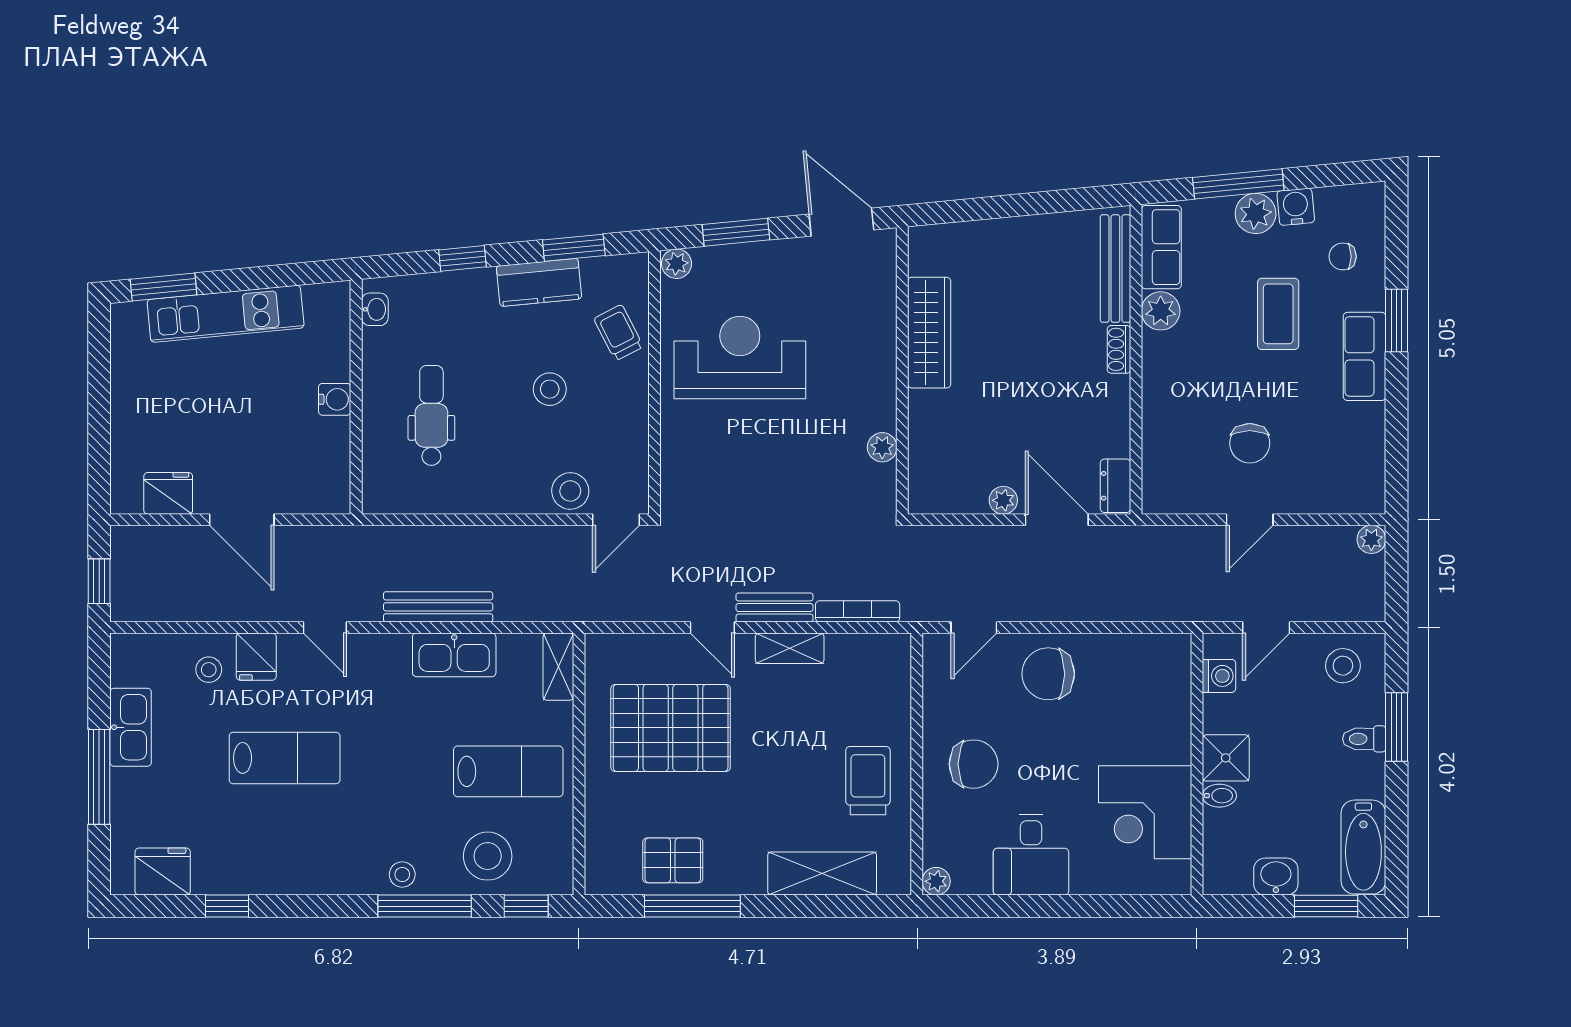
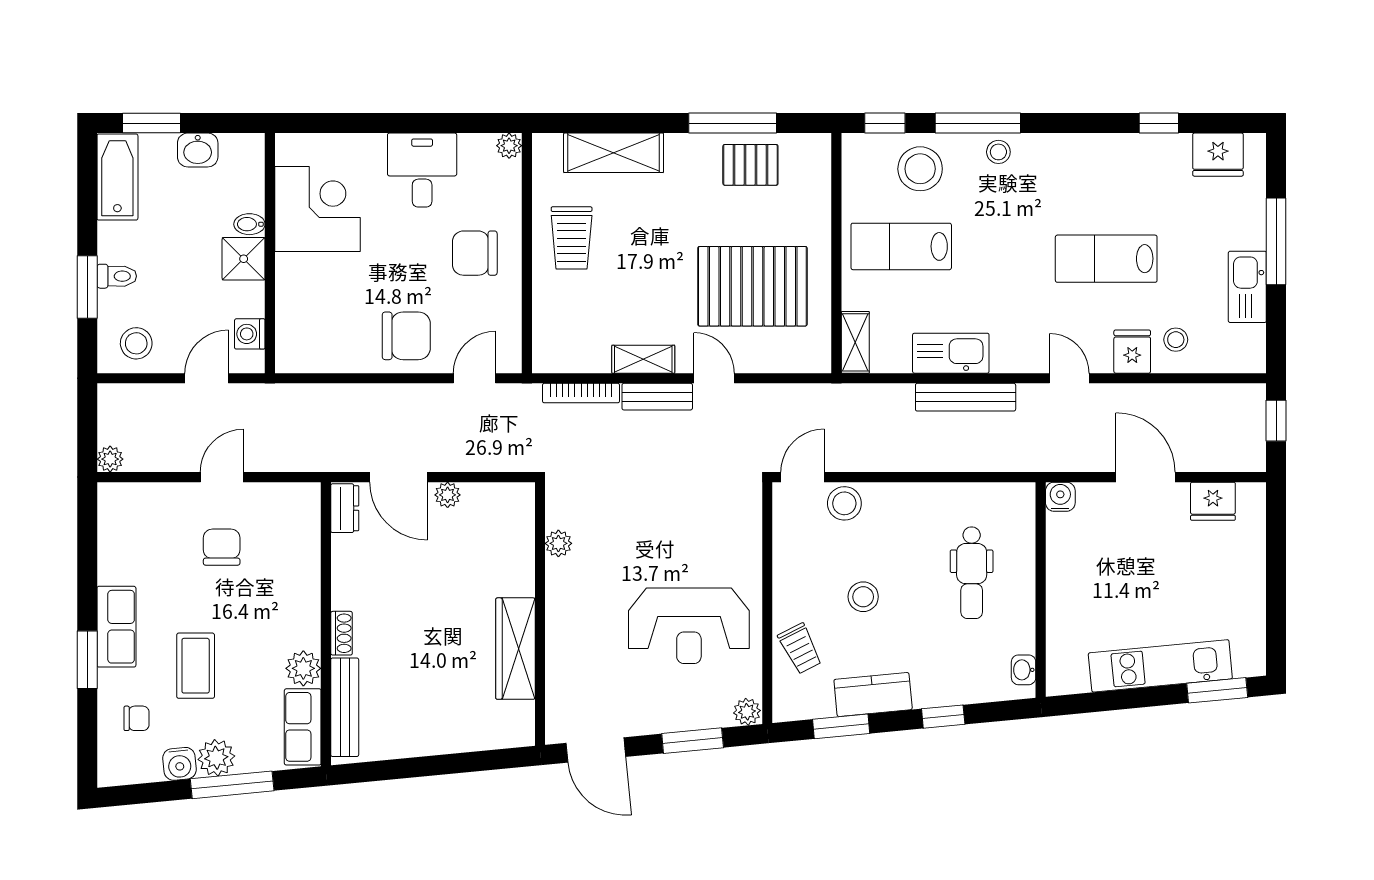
water cooler: (335, 399) -> (1060, 497), moved, turned 90

